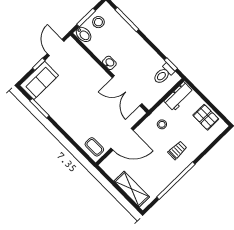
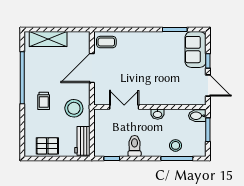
stool: (98, 22) -> (176, 145), moved
toilet: (163, 74) -> (135, 146), moved
double door: (127, 91) -> (124, 107), width x0.73
stool: (162, 124) -> (74, 108), width x1.89, depth x1.89

